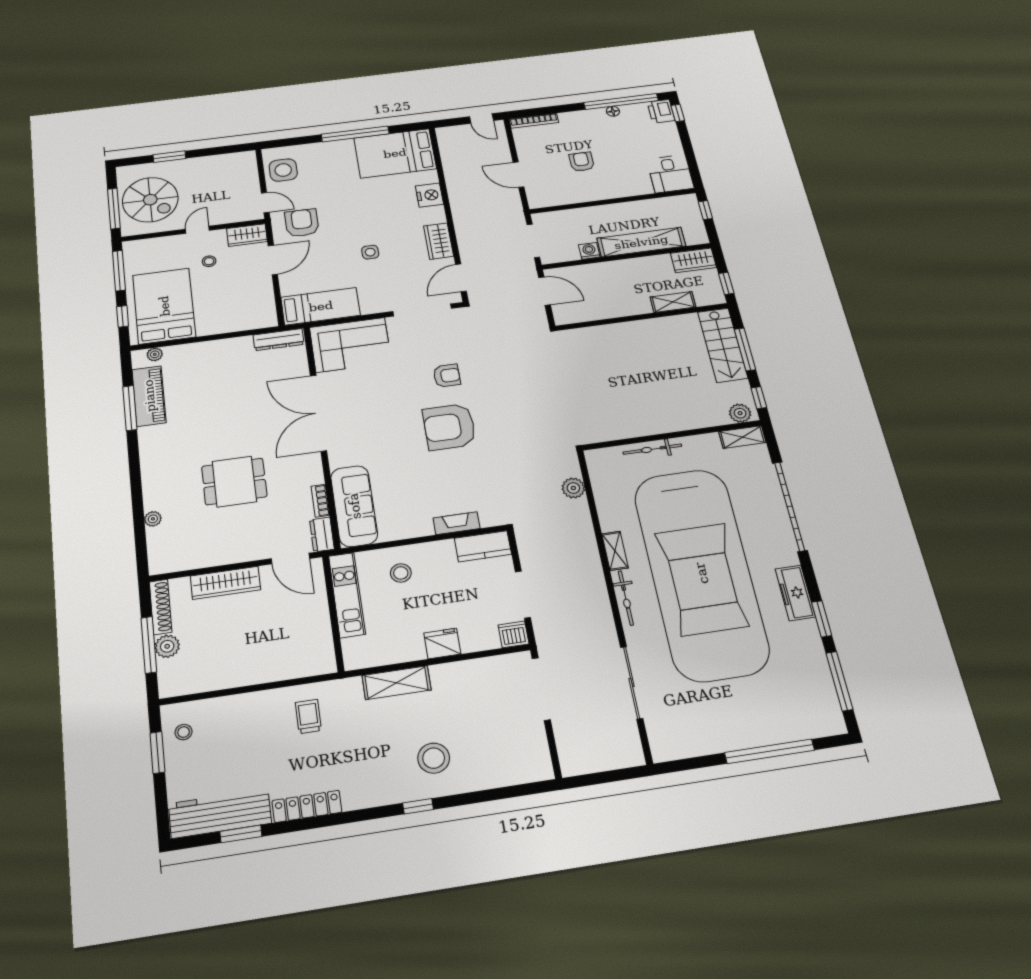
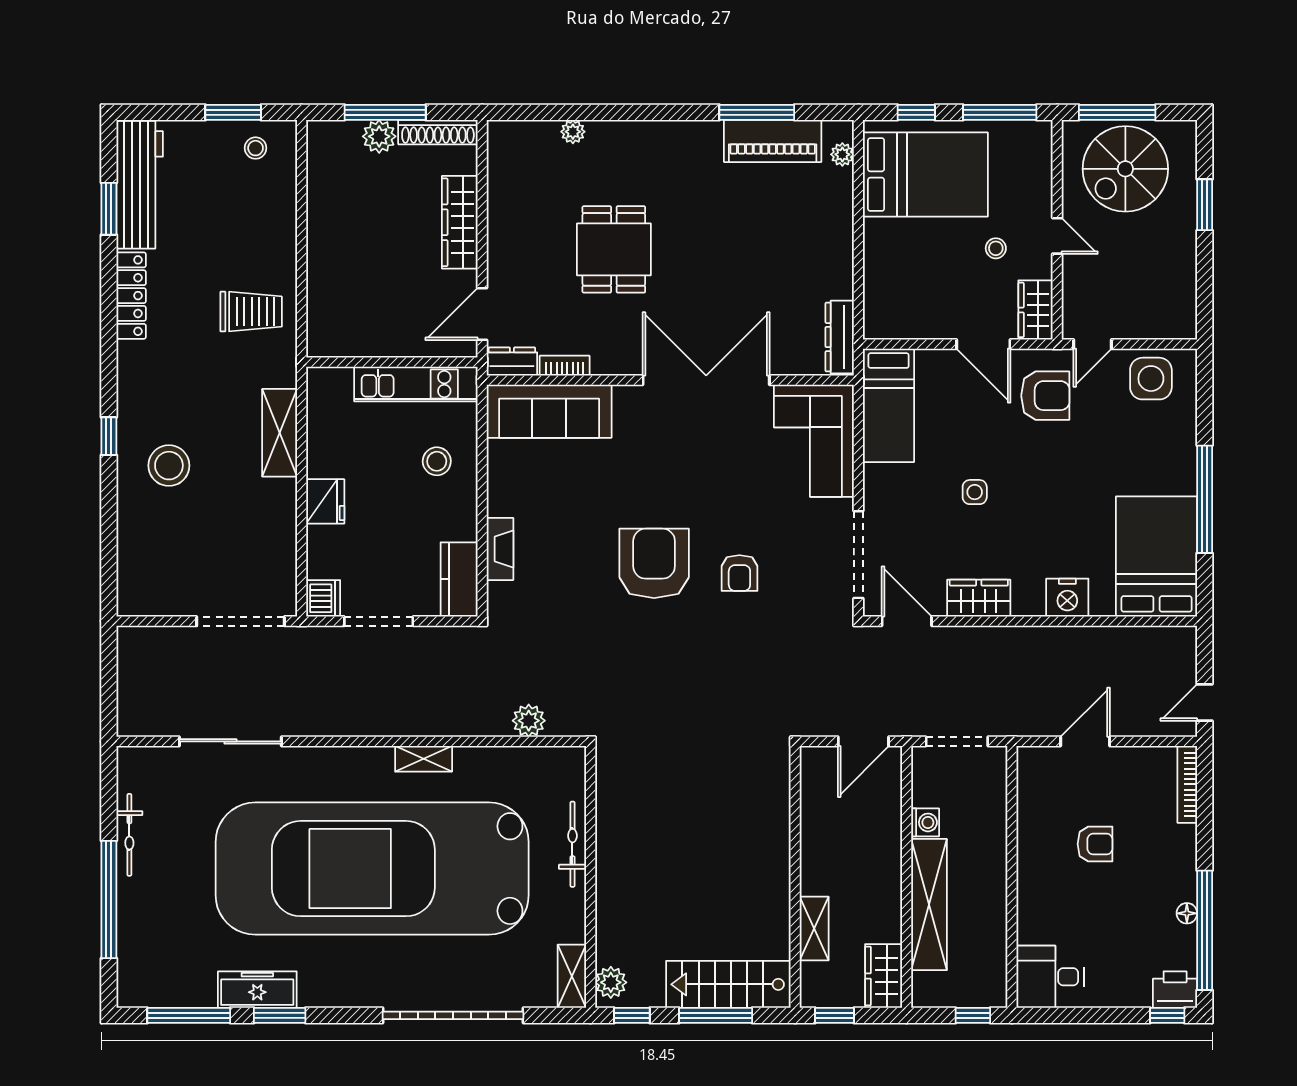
freezer: (795, 593) -> (257, 990), moved
bicycle: (626, 598) -> (129, 835), moved, turned -90
trolley: (308, 716) -> (251, 312), width x1.36, depth x1.39

